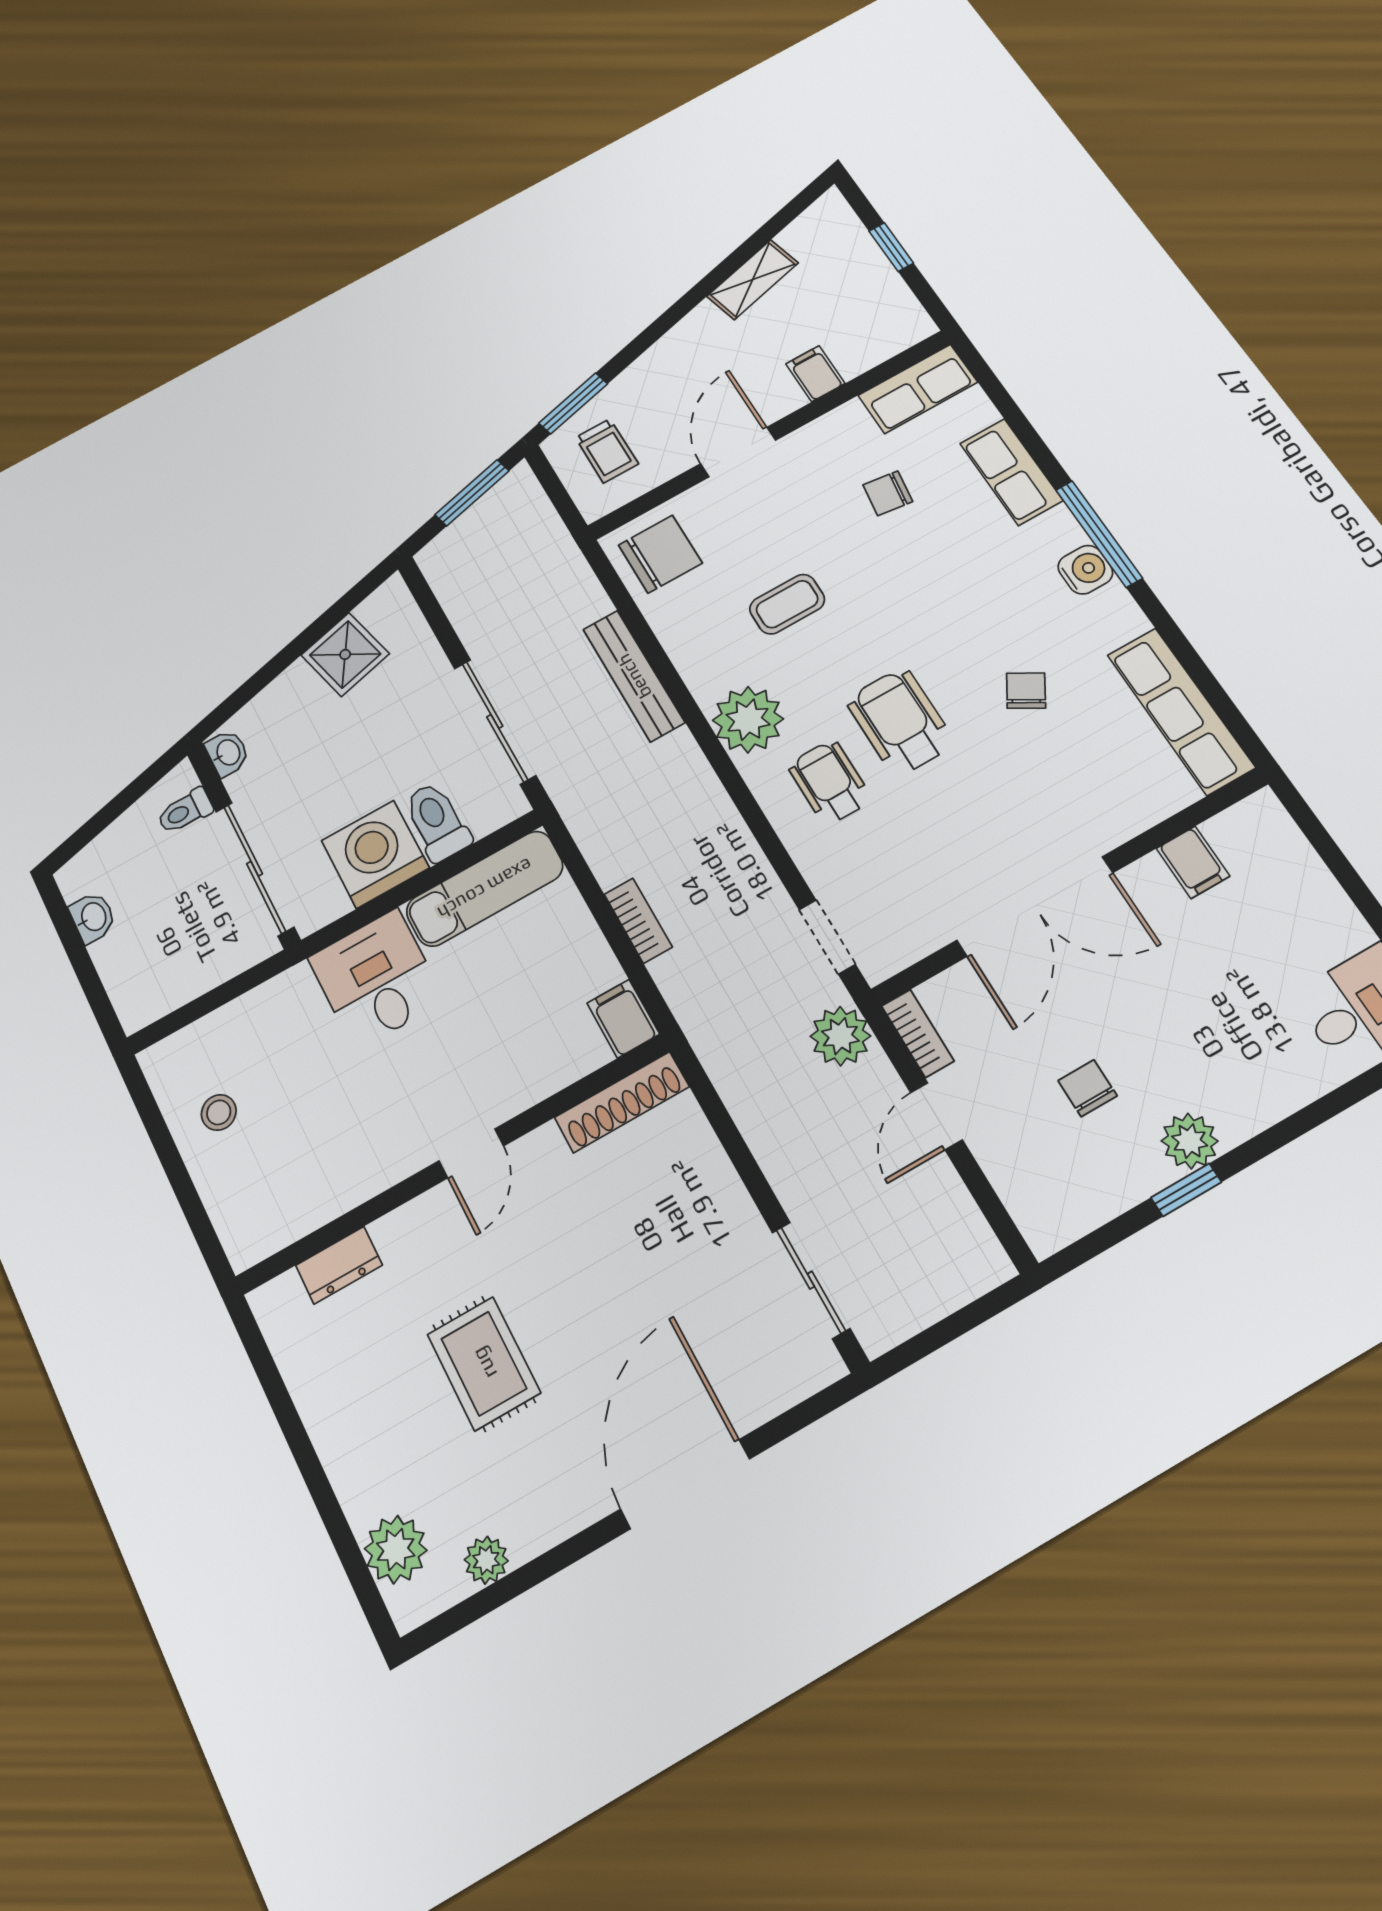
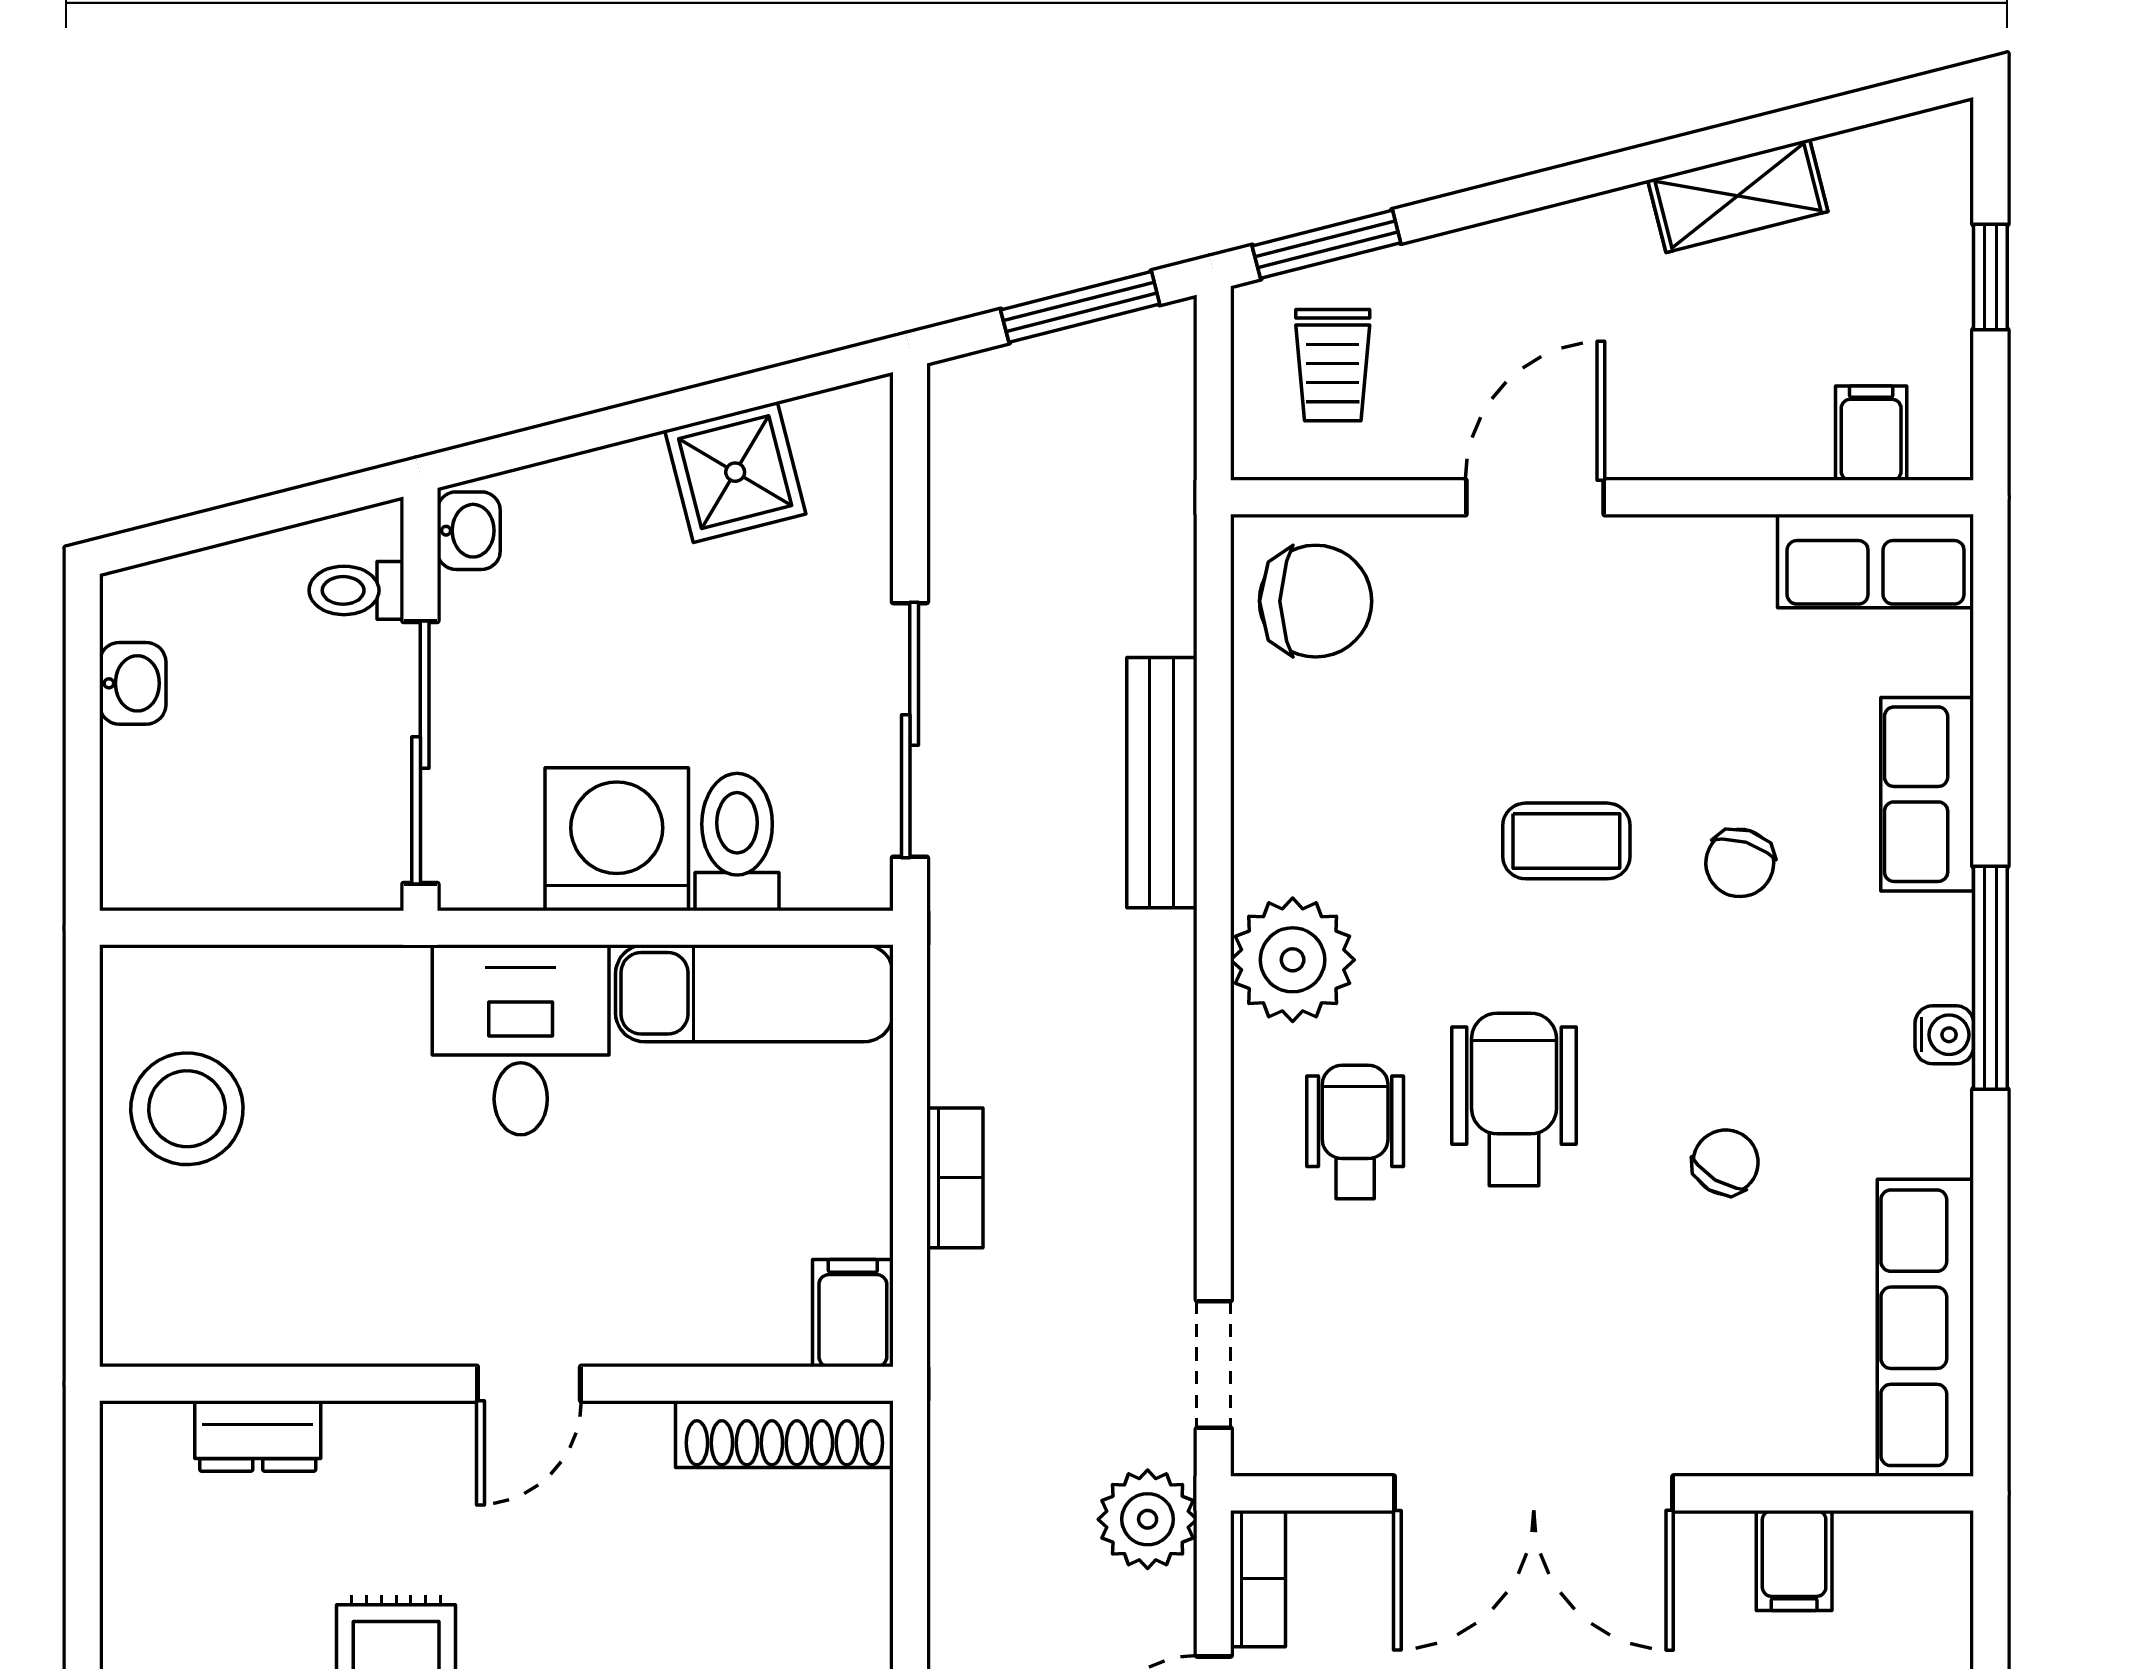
filing cabinet: (815, 374) -> (1871, 433), moved
chair: (888, 493) -> (1740, 863), moved, turned -81
water cooler: (1085, 570) -> (1944, 1035), width x0.72, depth x0.72
coffee table: (787, 604) -> (1566, 841), moved
stool: (219, 1112) -> (187, 1109), width x1.89, depth x1.89

